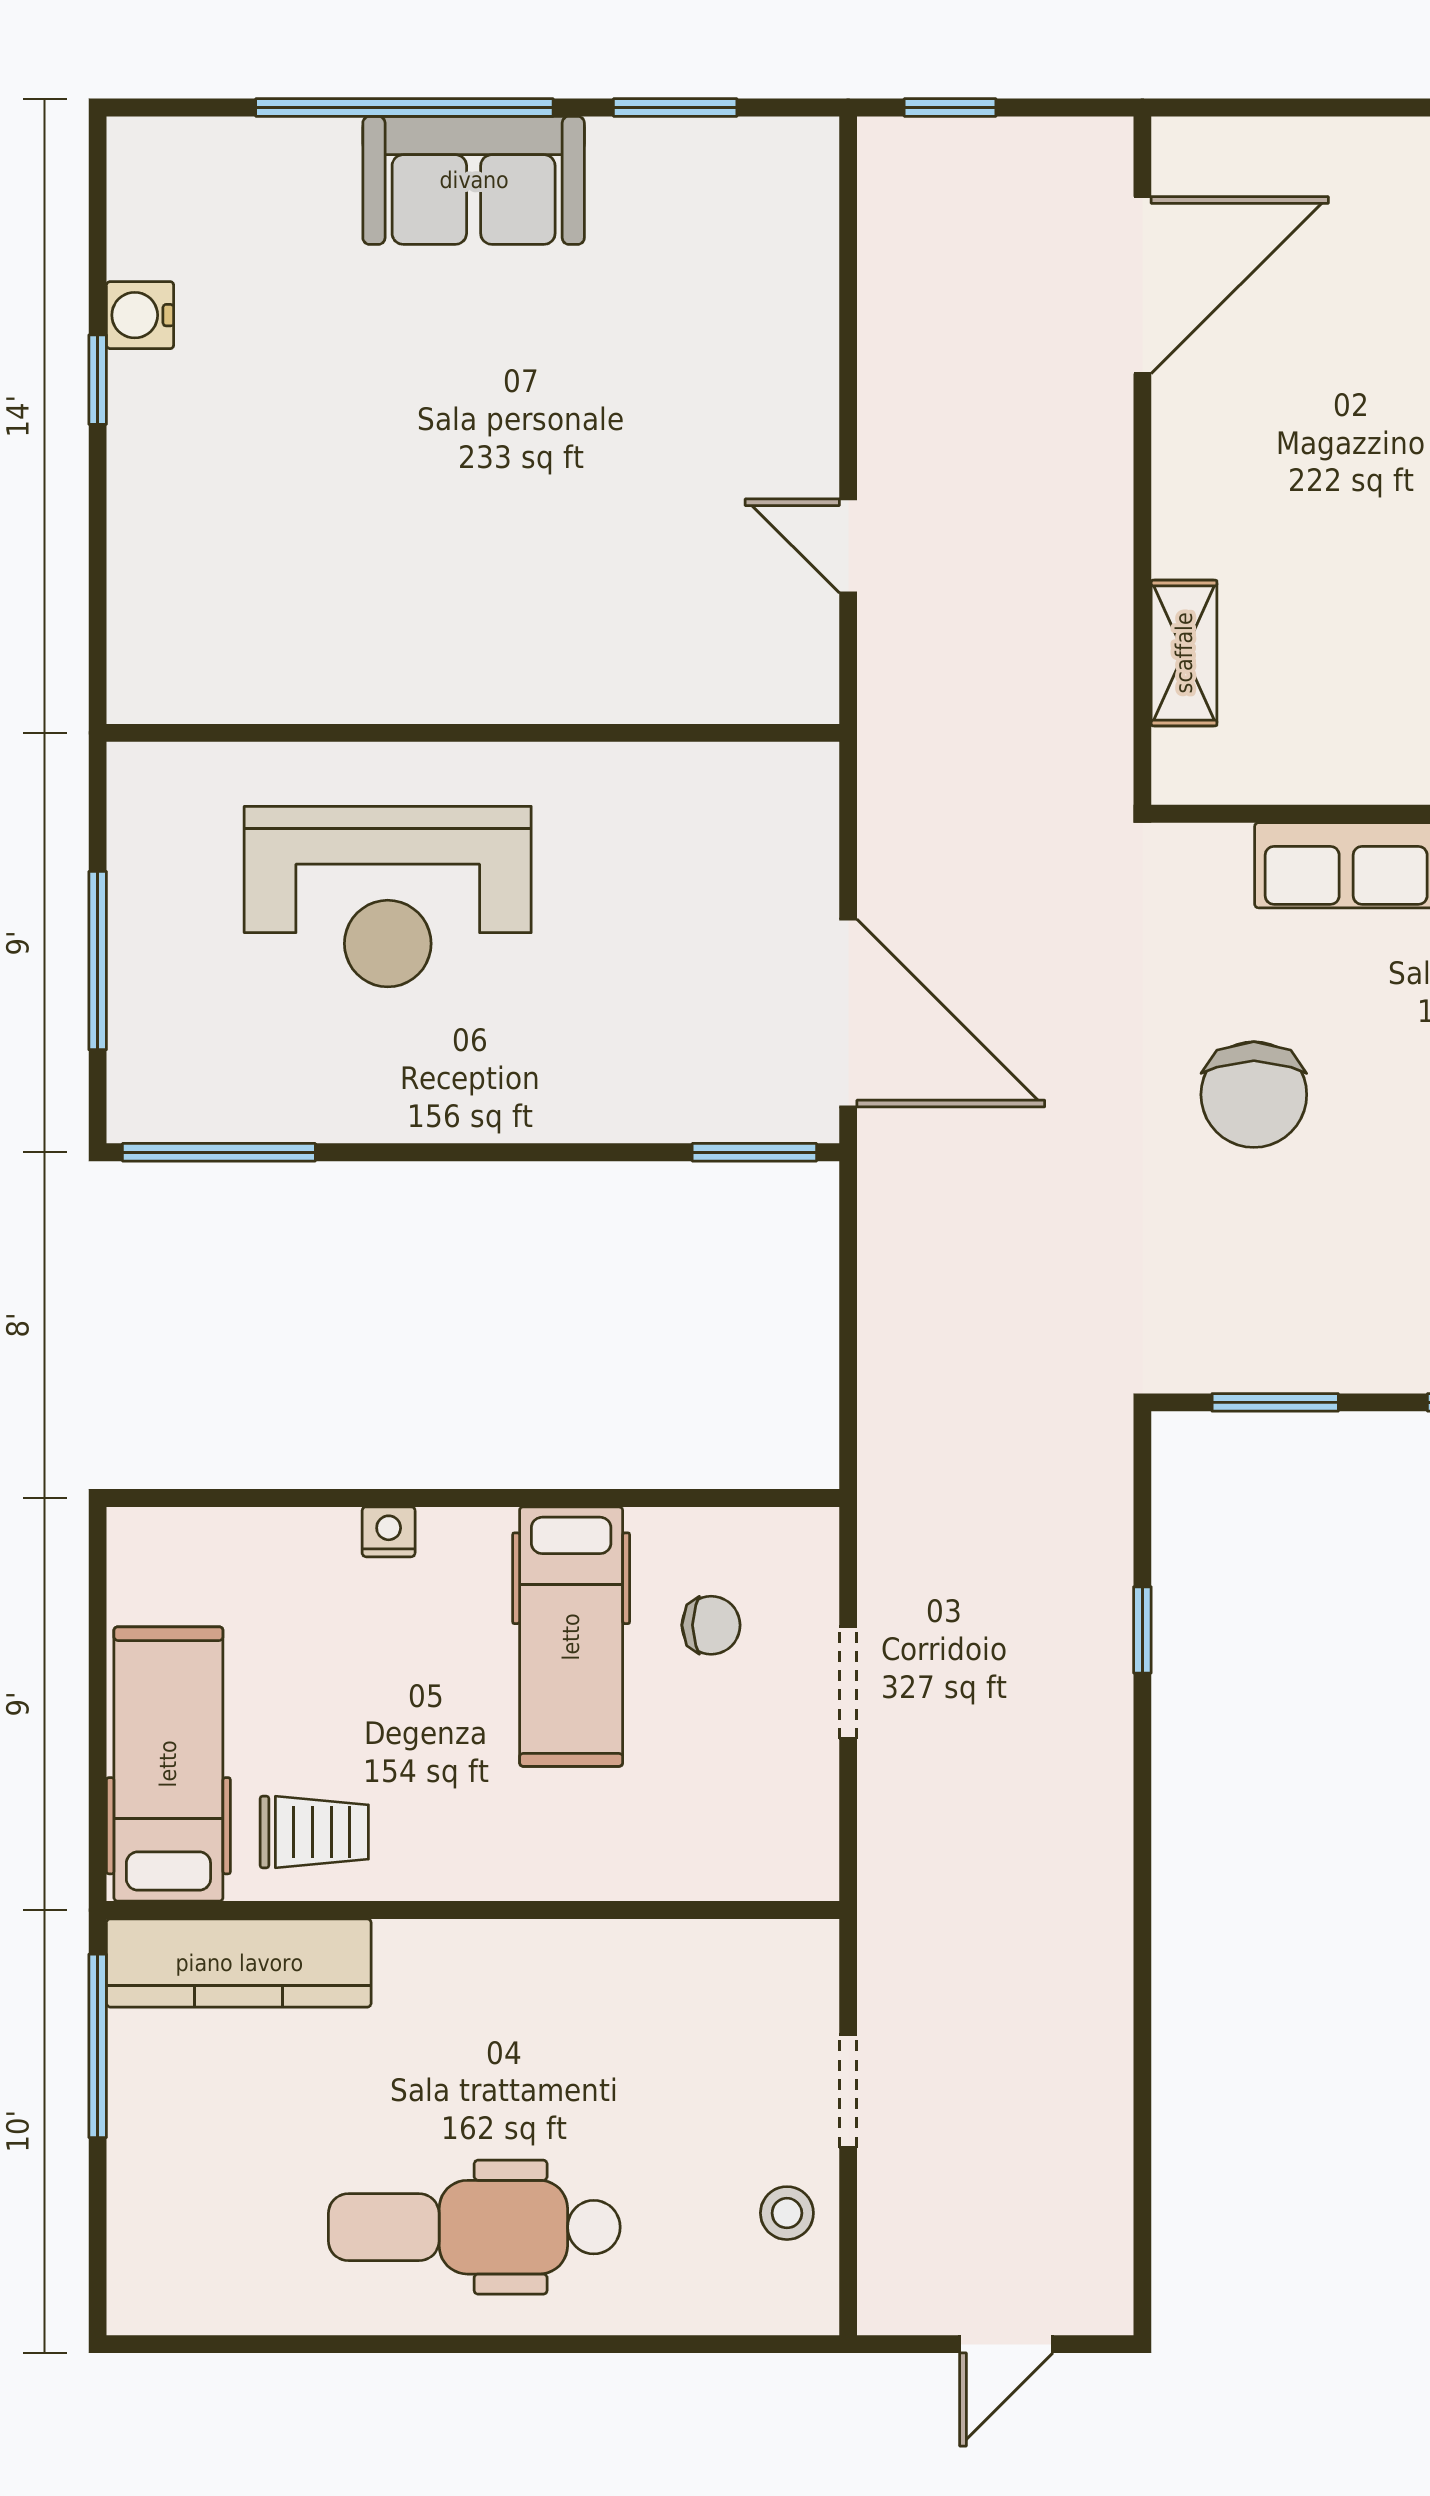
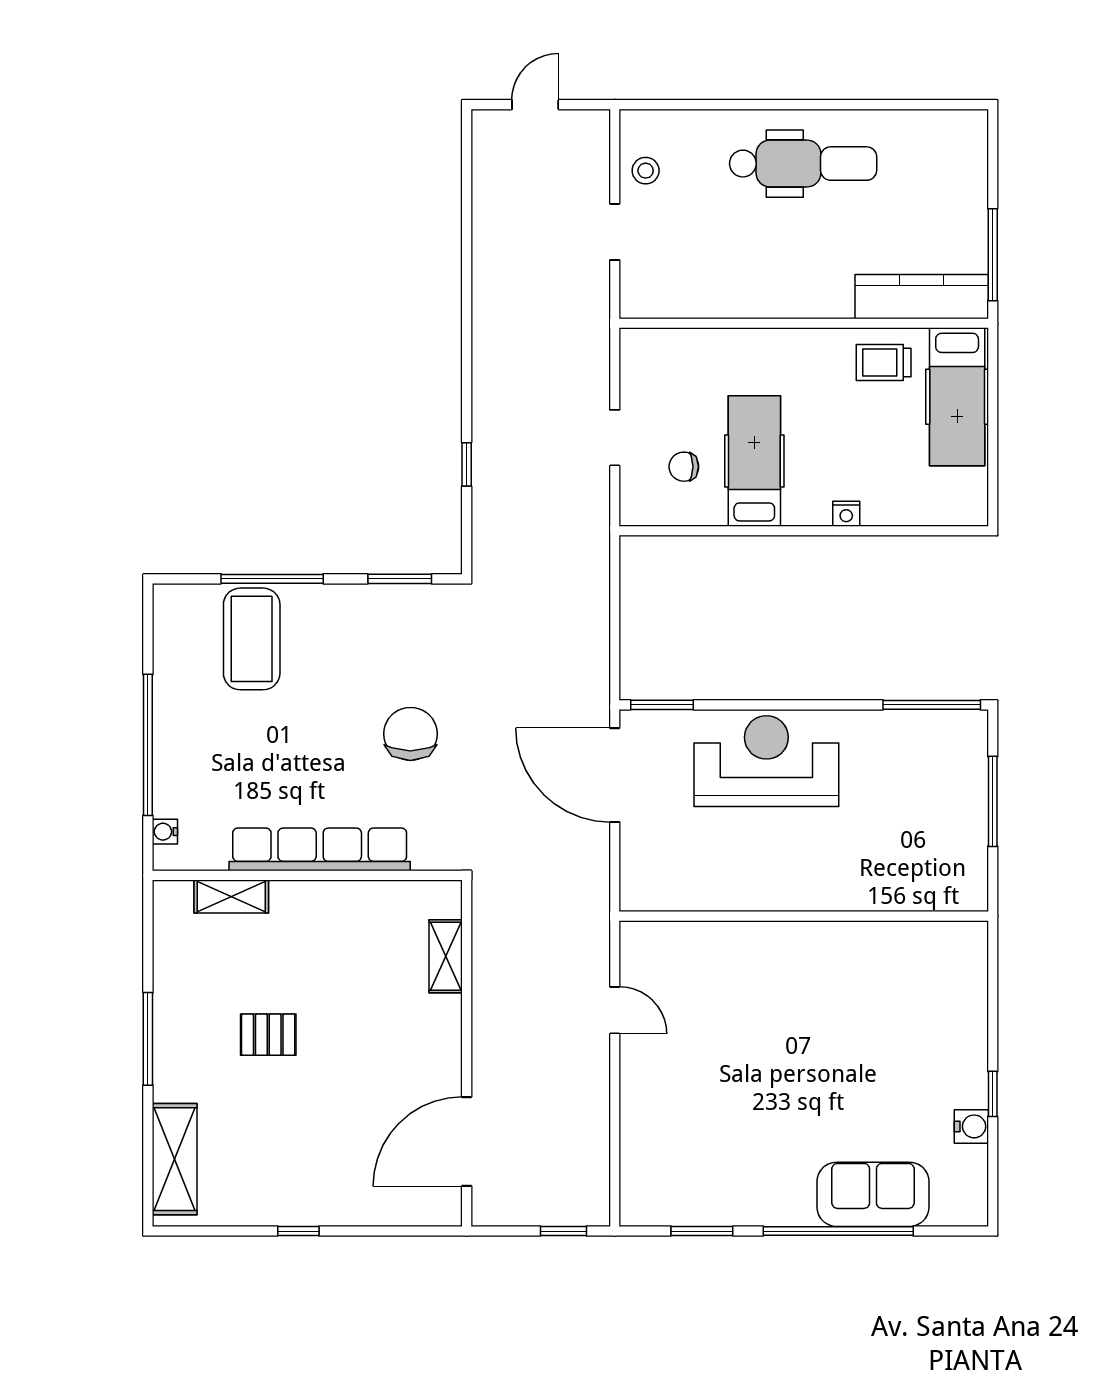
sofa: (474, 180) -> (873, 1194), moved
reception desk: (388, 897) -> (766, 761), moved

